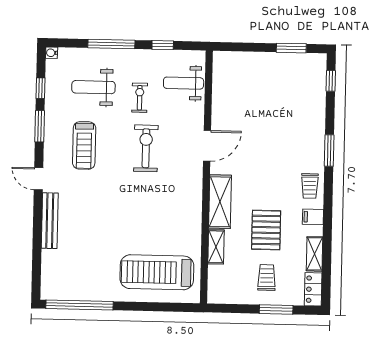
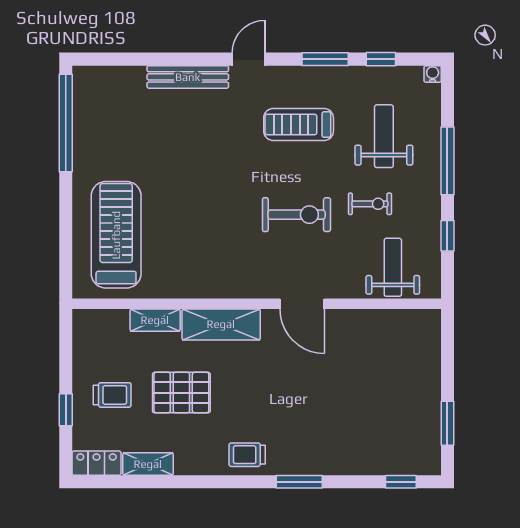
filing cabinet: (313, 217) -> (202, 460), removed
window: (276, 310) -> (66, 410), width x0.67

